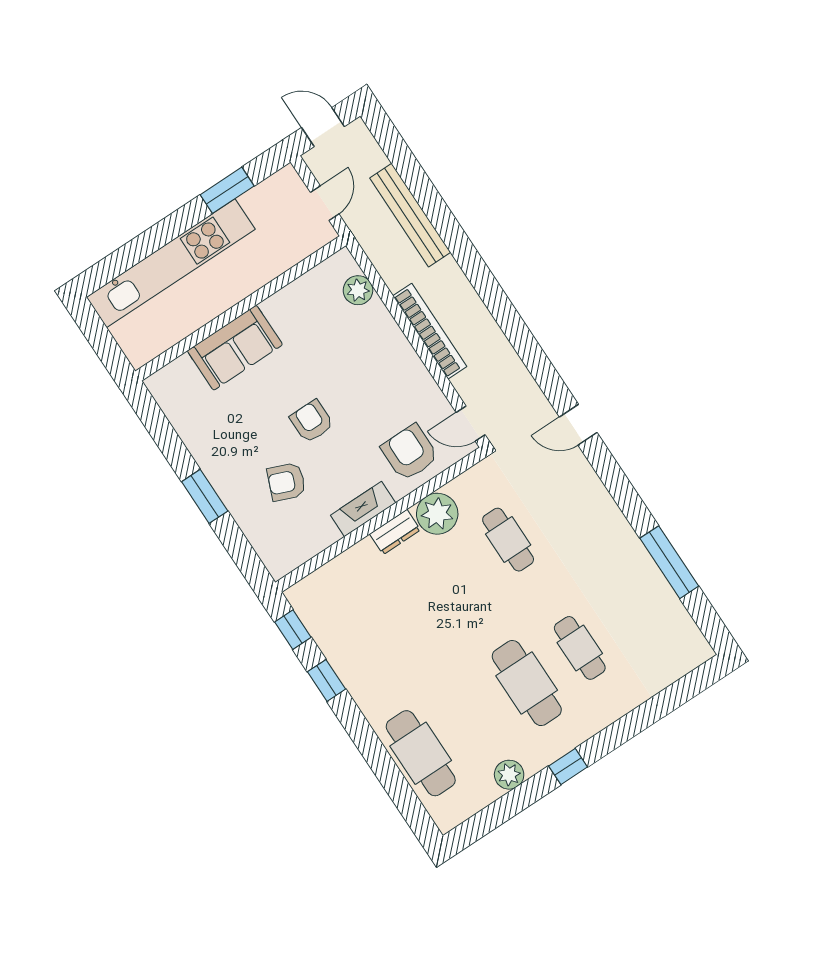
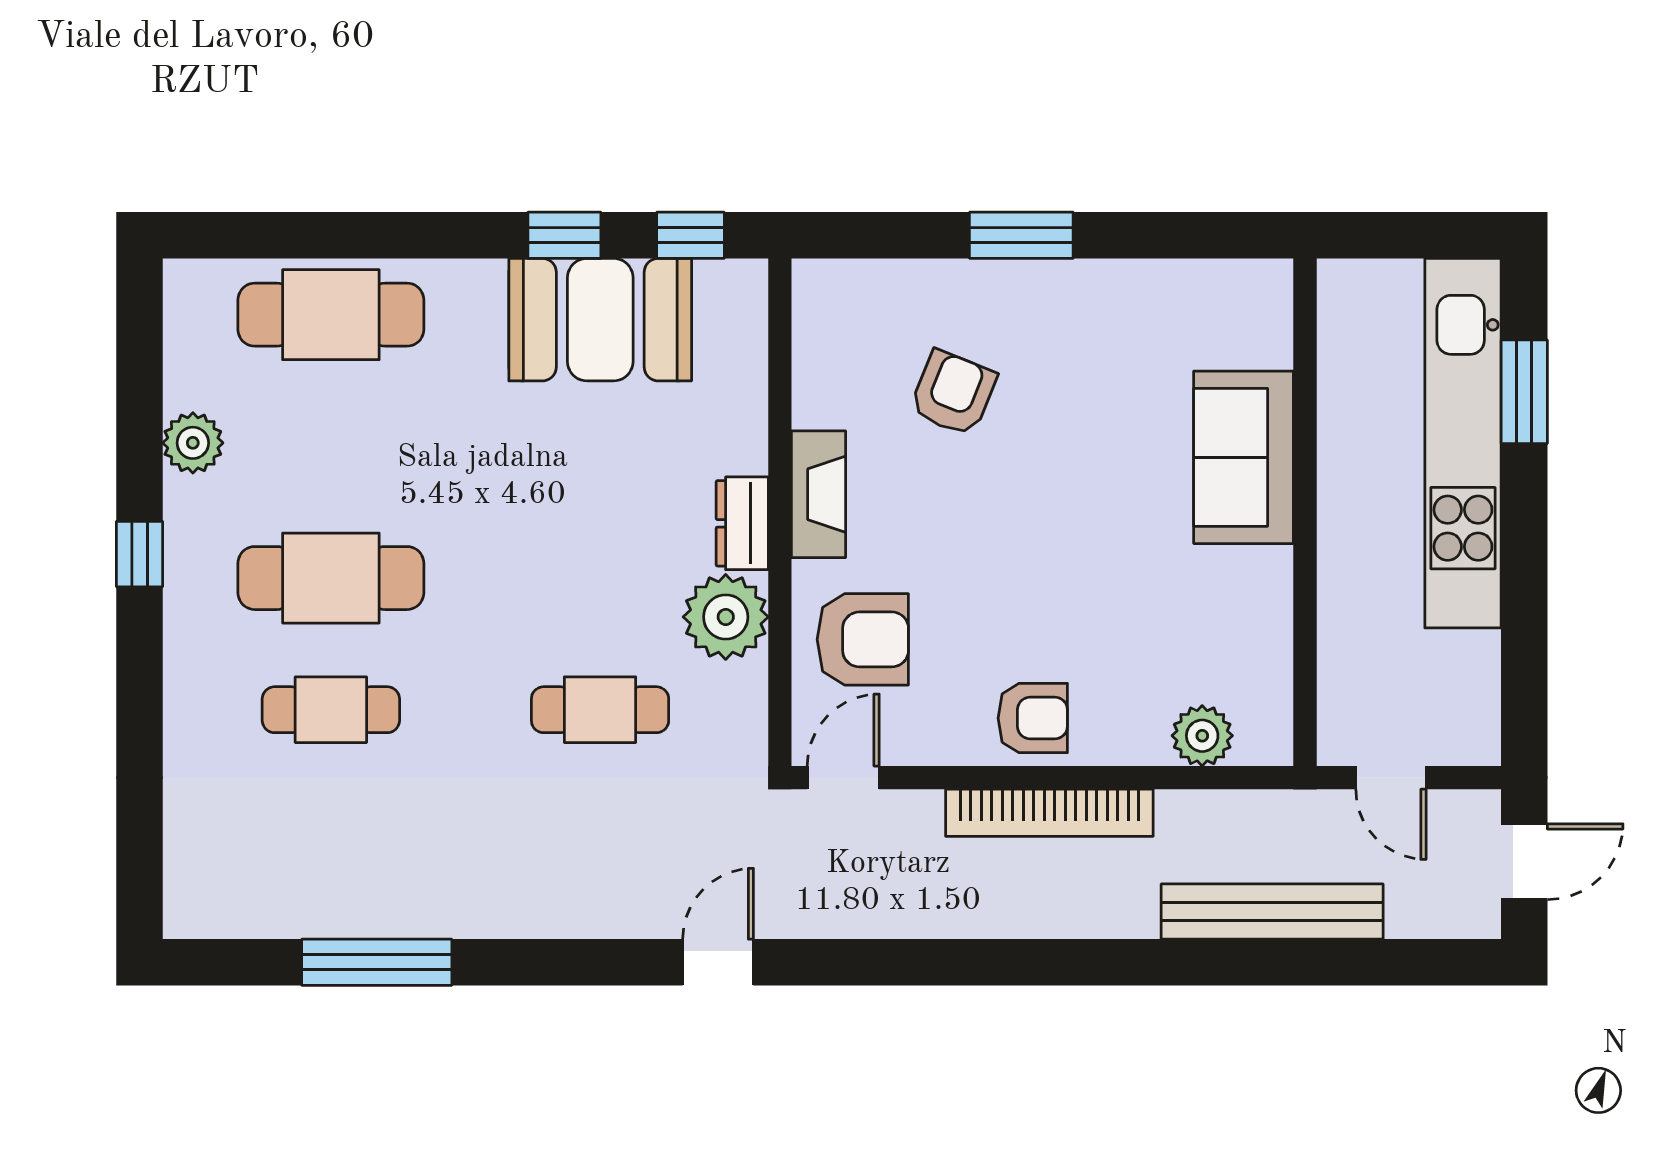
window: (227, 190) -> (1524, 392), moved
armchair: (312, 421) -> (1033, 718), moved
booth: (351, 643) -> (600, 320), added

